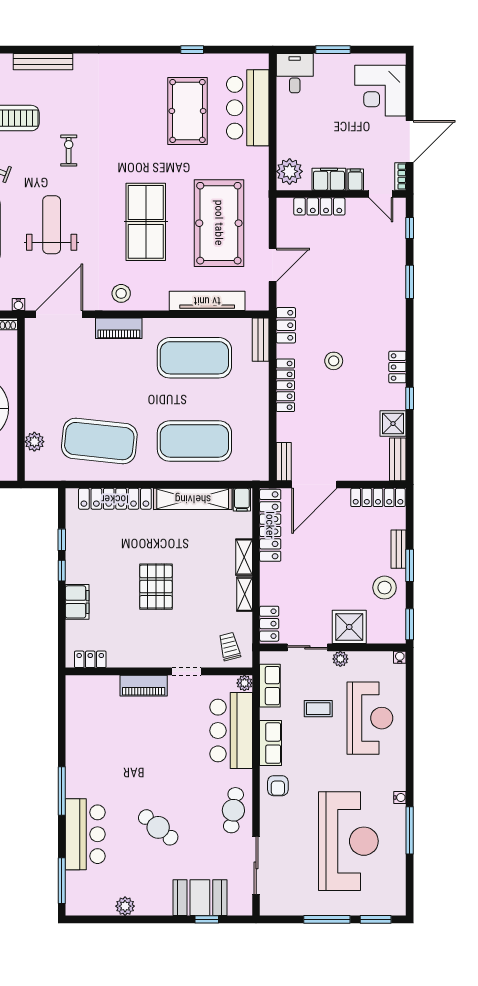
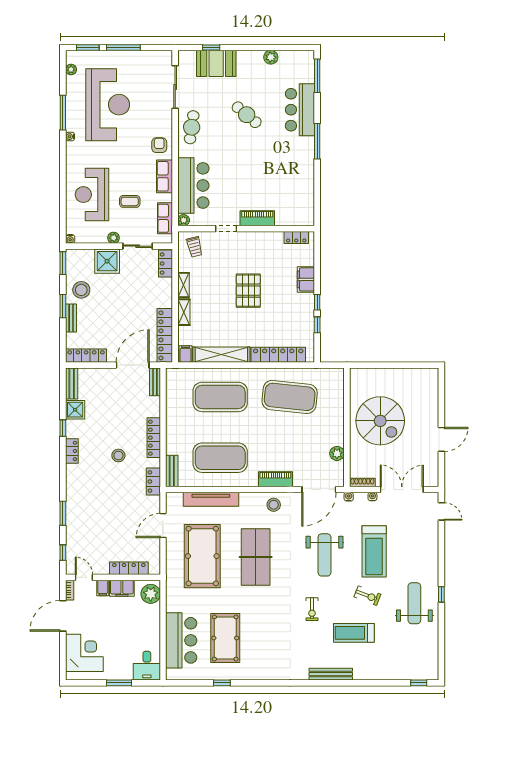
plant: (34, 442) -> (337, 453), moved
reception desk: (348, 841) -> (108, 105), turned 180
plant: (399, 889) -> (71, 69), added

